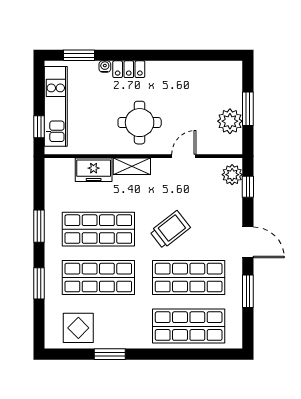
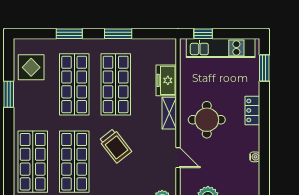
water cooler: (105, 66) -> (255, 157), moved

